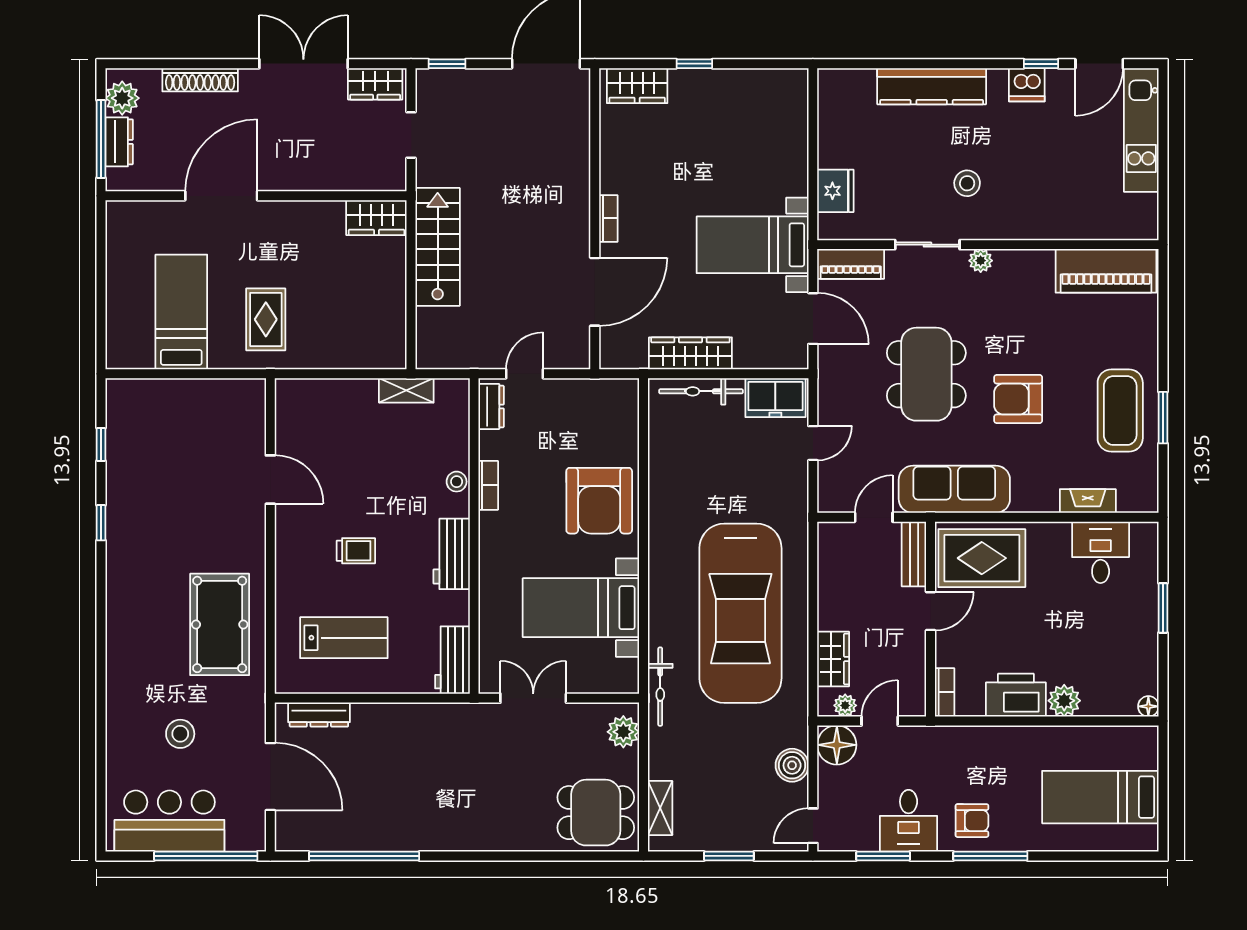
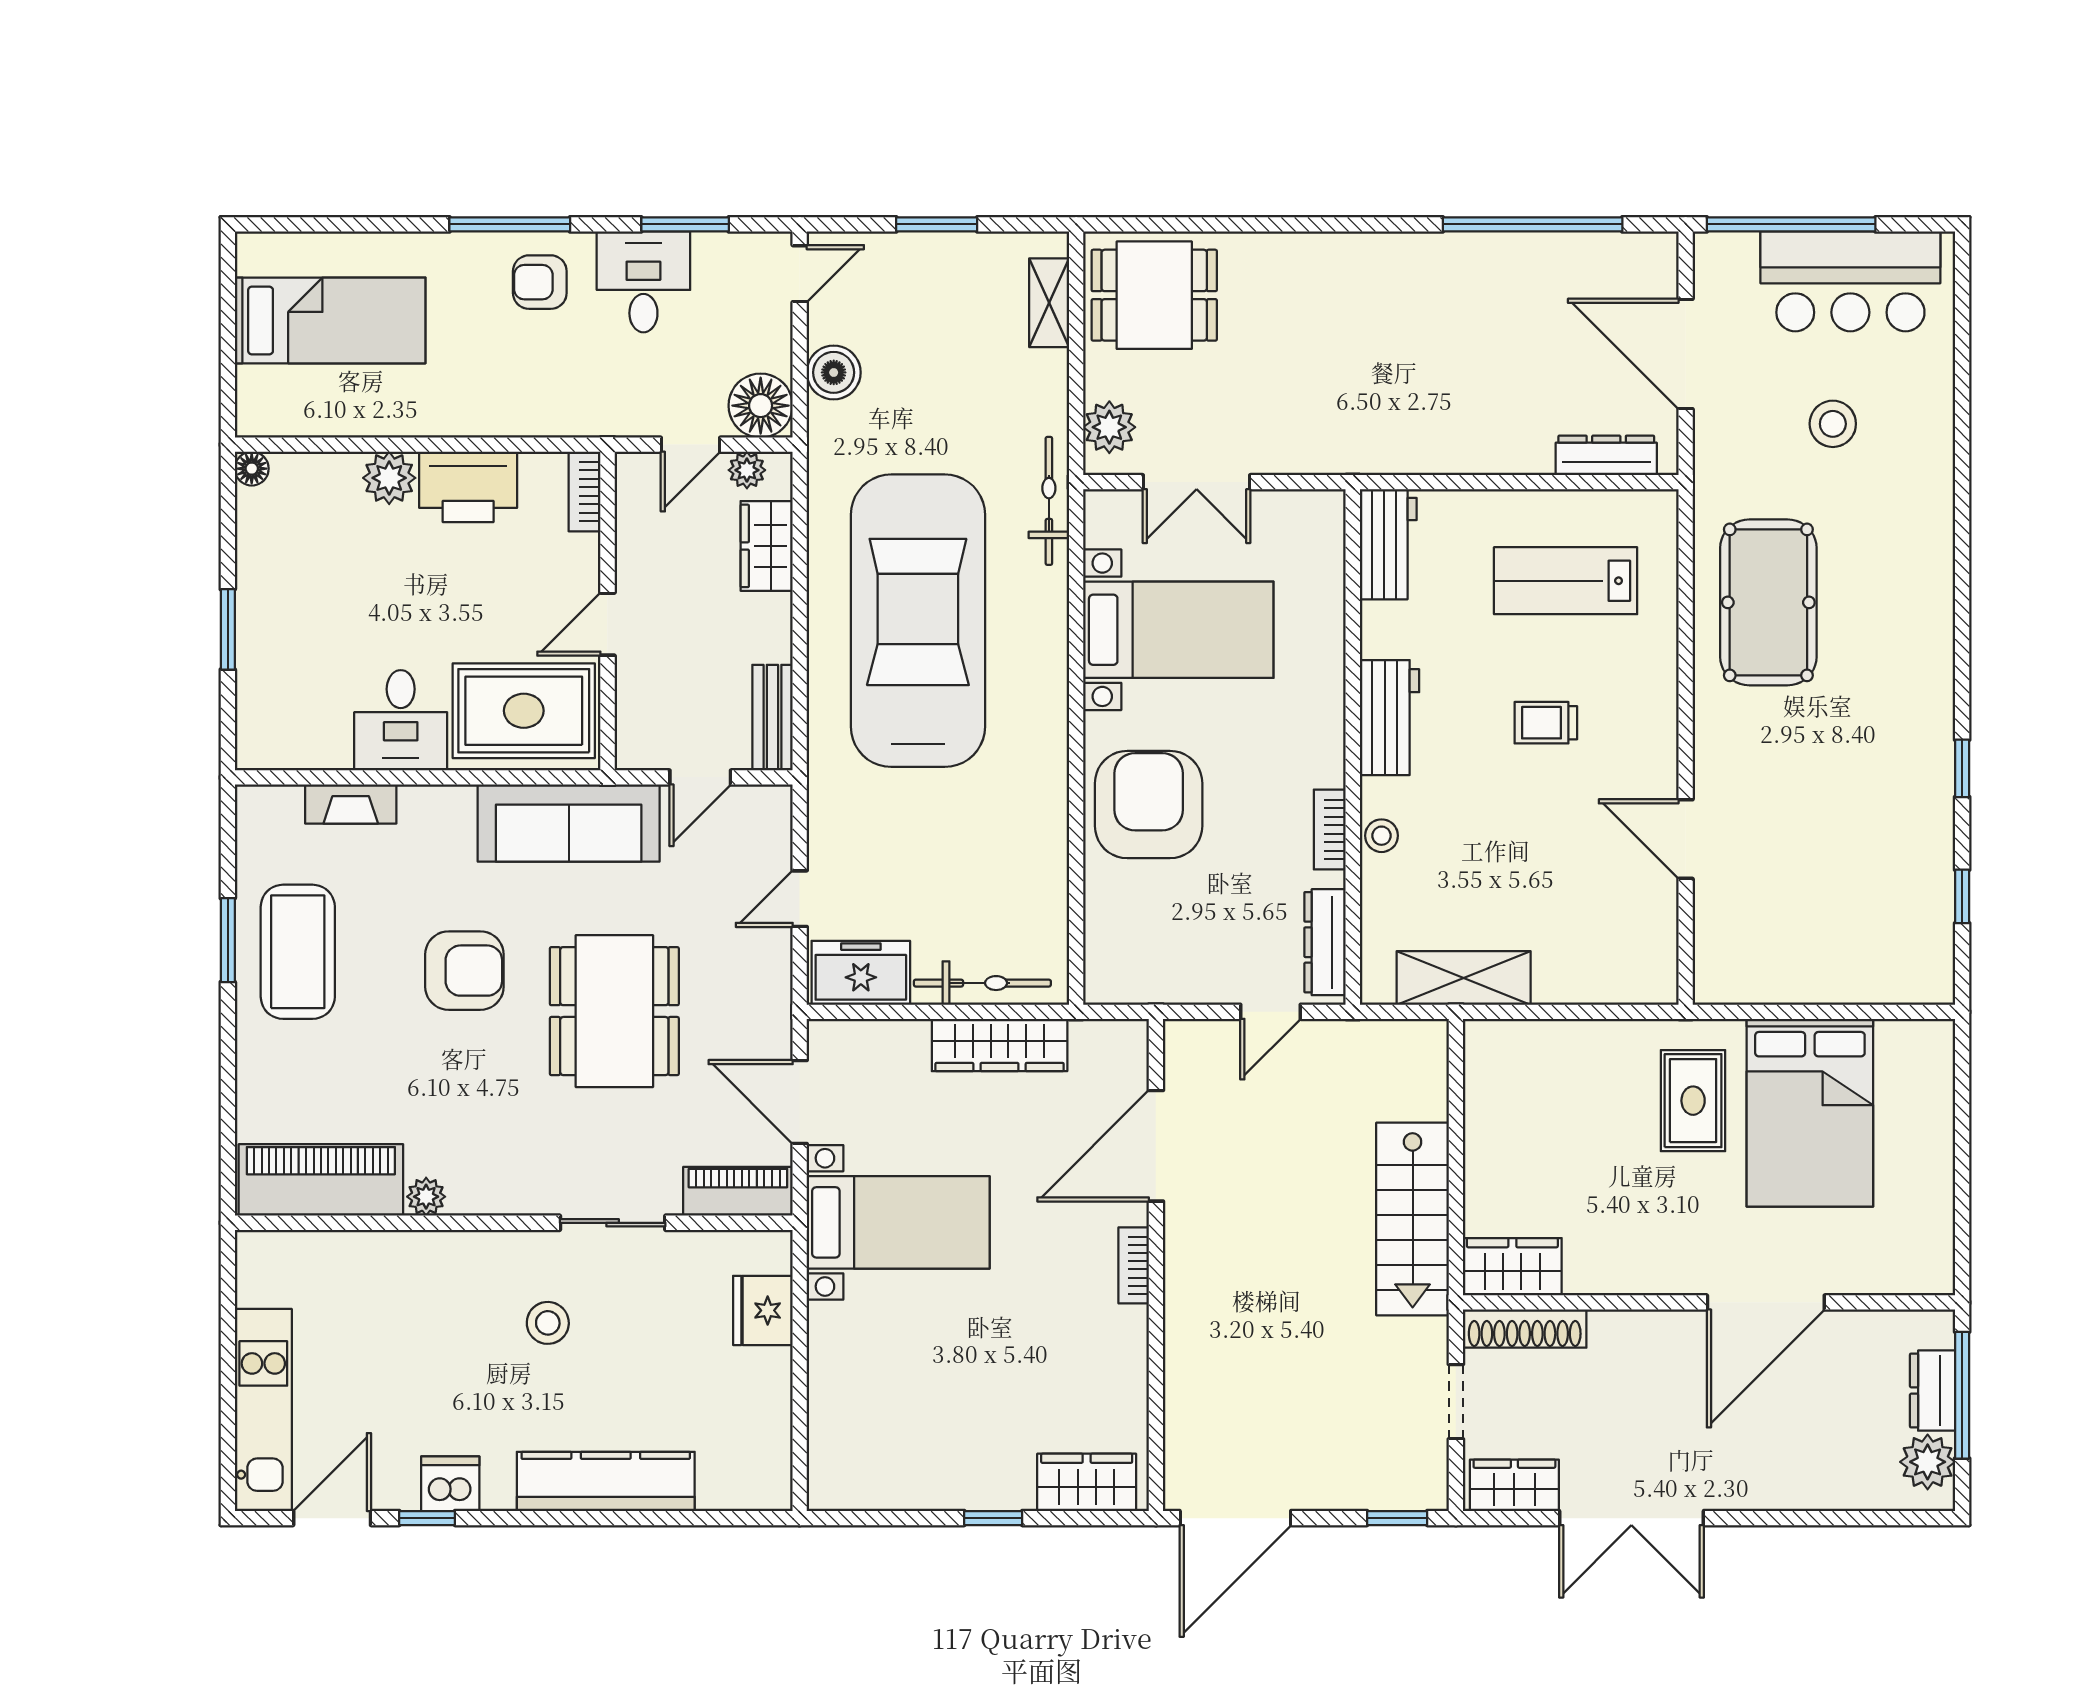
shoe rack: (200, 80) -> (1525, 1329), moved, turned 180
plant: (981, 261) -> (426, 1197), moved
bed: (181, 312) -> (1810, 1113), width x1.50
shelving: (406, 390) -> (1464, 978), width x1.50, depth x1.33
dresser: (491, 406) -> (1325, 942), width x1.44
desk: (1101, 552) -> (401, 720), moved
bench: (914, 554) -> (772, 718), moved
double door: (533, 698) -> (1197, 482), moved

